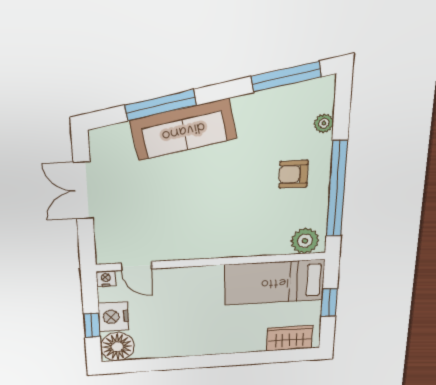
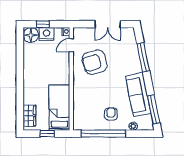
sofa: (183, 130) -> (138, 95), moved
double door: (83, 191) -> (108, 24), swing flipped
armchair: (174, 215) -> (95, 62), added
plant: (305, 241) -> (79, 121), removed

